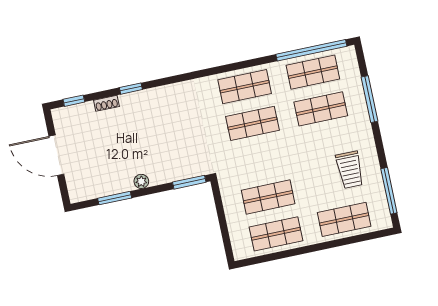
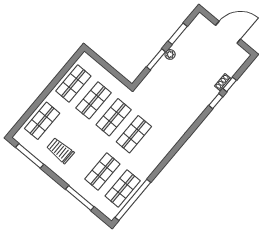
shop shelf: (245, 87) -> (114, 117), moved
window: (74, 101) -> (230, 84), moved
window: (189, 182) -> (156, 59), moved

